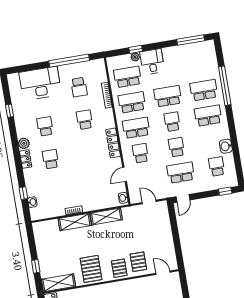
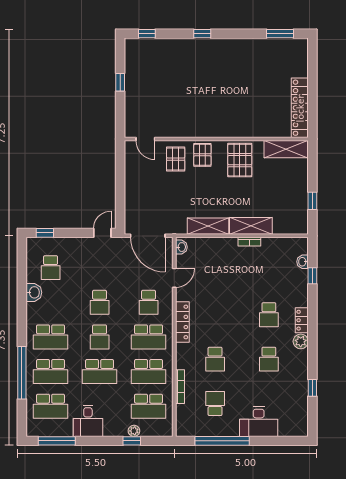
desk: (152, 62) -> (88, 421), moved
desk: (40, 83) -> (259, 422), width x0.73, depth x0.77
school desk: (181, 173) -> (51, 406), moved
door: (149, 202) -> (148, 236), width x1.88
window: (36, 266) -> (312, 201), moved

